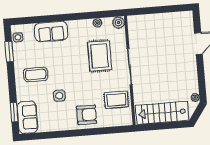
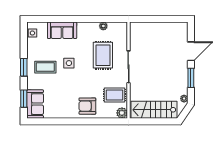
plant: (118, 23) -> (122, 113), moved
window: (9, 52) -> (24, 67), moved
window: (201, 74) -> (191, 78), added
side table: (59, 96) -> (69, 63), moved
armchair: (87, 115) -> (87, 106), turned 180

